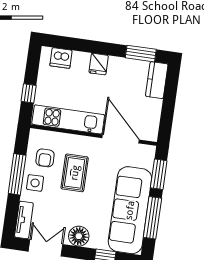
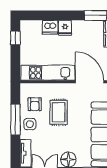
dishwasher: (61, 58) -> (50, 27), moved
window: (29, 93) -> (15, 38), moved

